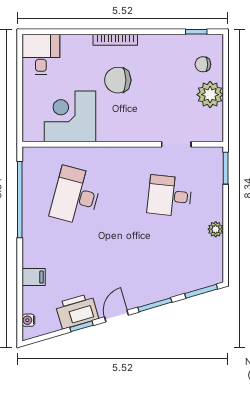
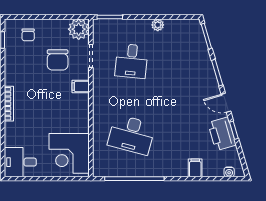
chair: (118, 80) -> (58, 60), moved
plant: (210, 95) -> (79, 29), moved
corner desk: (70, 116) -> (69, 153), moved
filing cabinet: (137, 131) -> (81, 87), added

